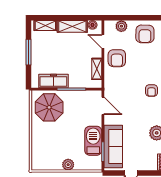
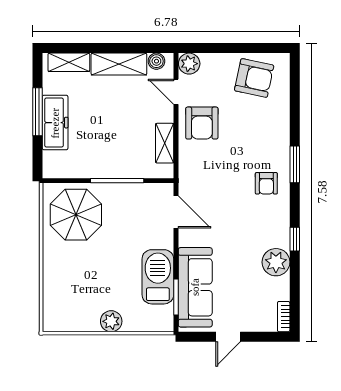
plant: (121, 26) -> (189, 64), moved
armchair: (145, 34) -> (254, 78), turned -79
freezer: (53, 81) -> (55, 123), moved, turned 90

